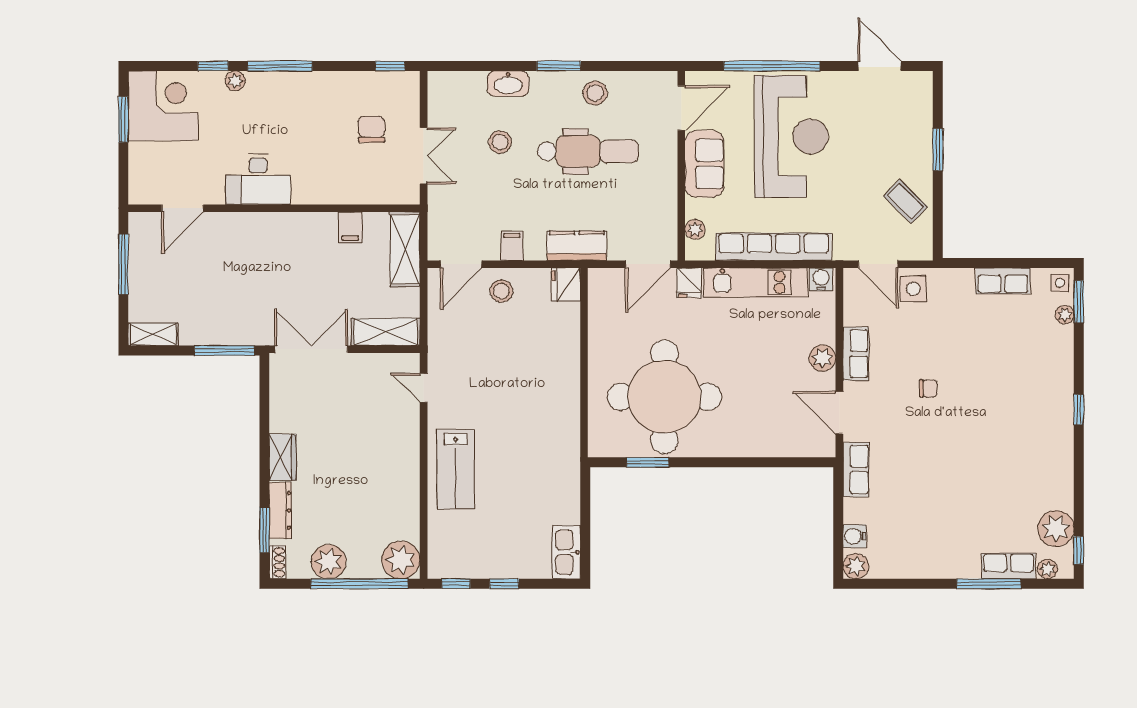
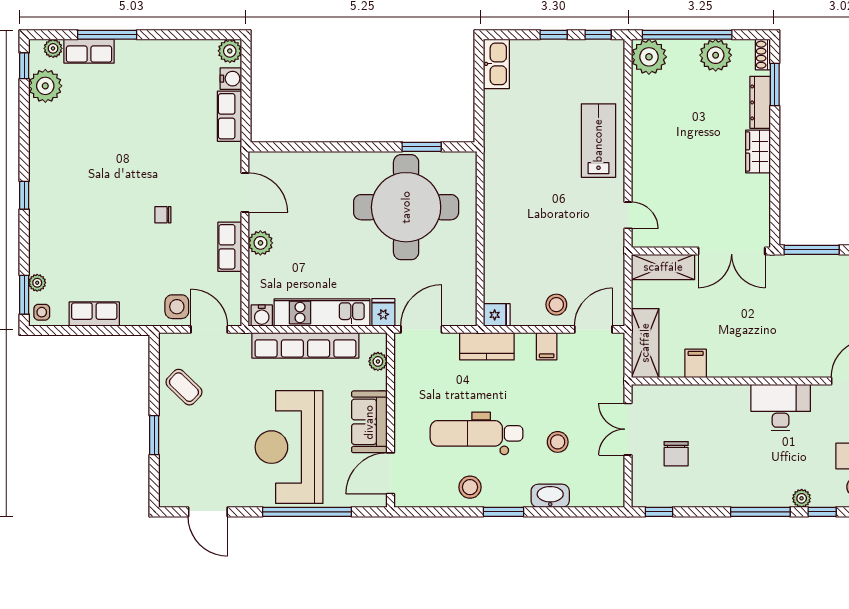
fridge: (566, 285) -> (497, 315), width x0.72
row of seats: (856, 470) -> (229, 116), moved

